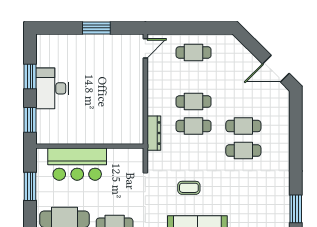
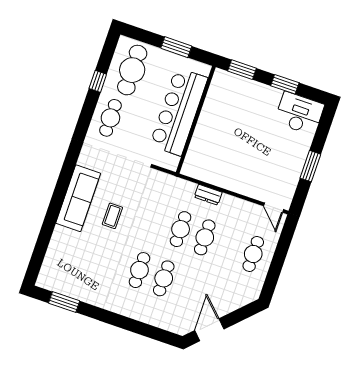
desk: (52, 88) -> (299, 114), moved
dresser: (154, 133) -> (208, 195), moved, width x0.70
bar counter: (77, 164) -> (179, 112), width x1.36
coffee table: (189, 188) -> (112, 216), moved

